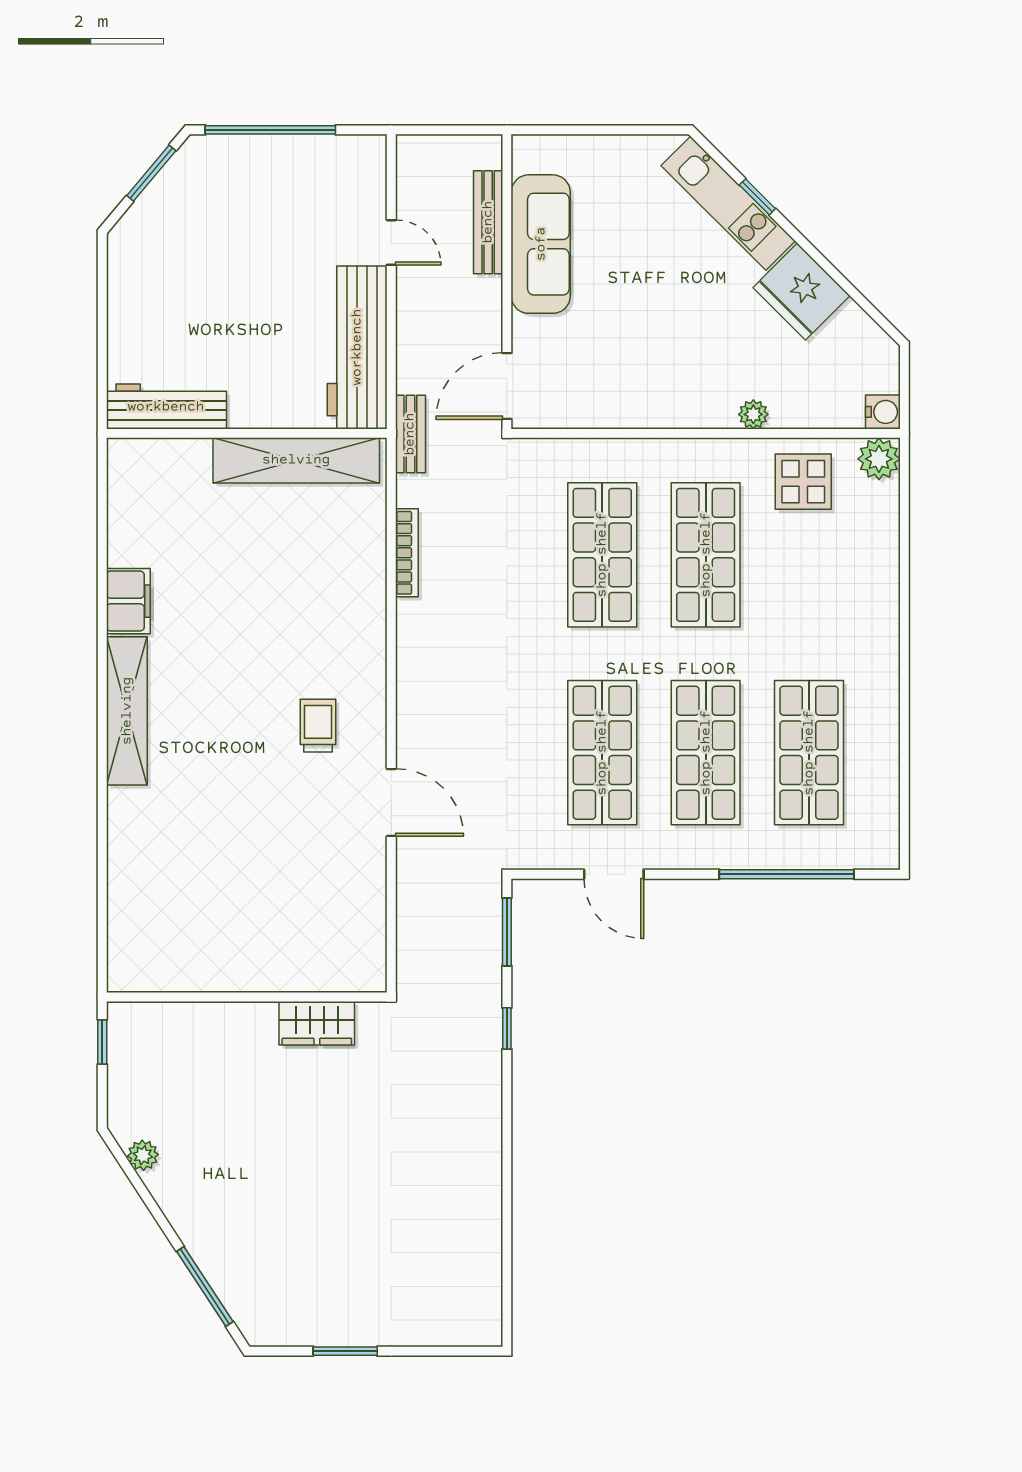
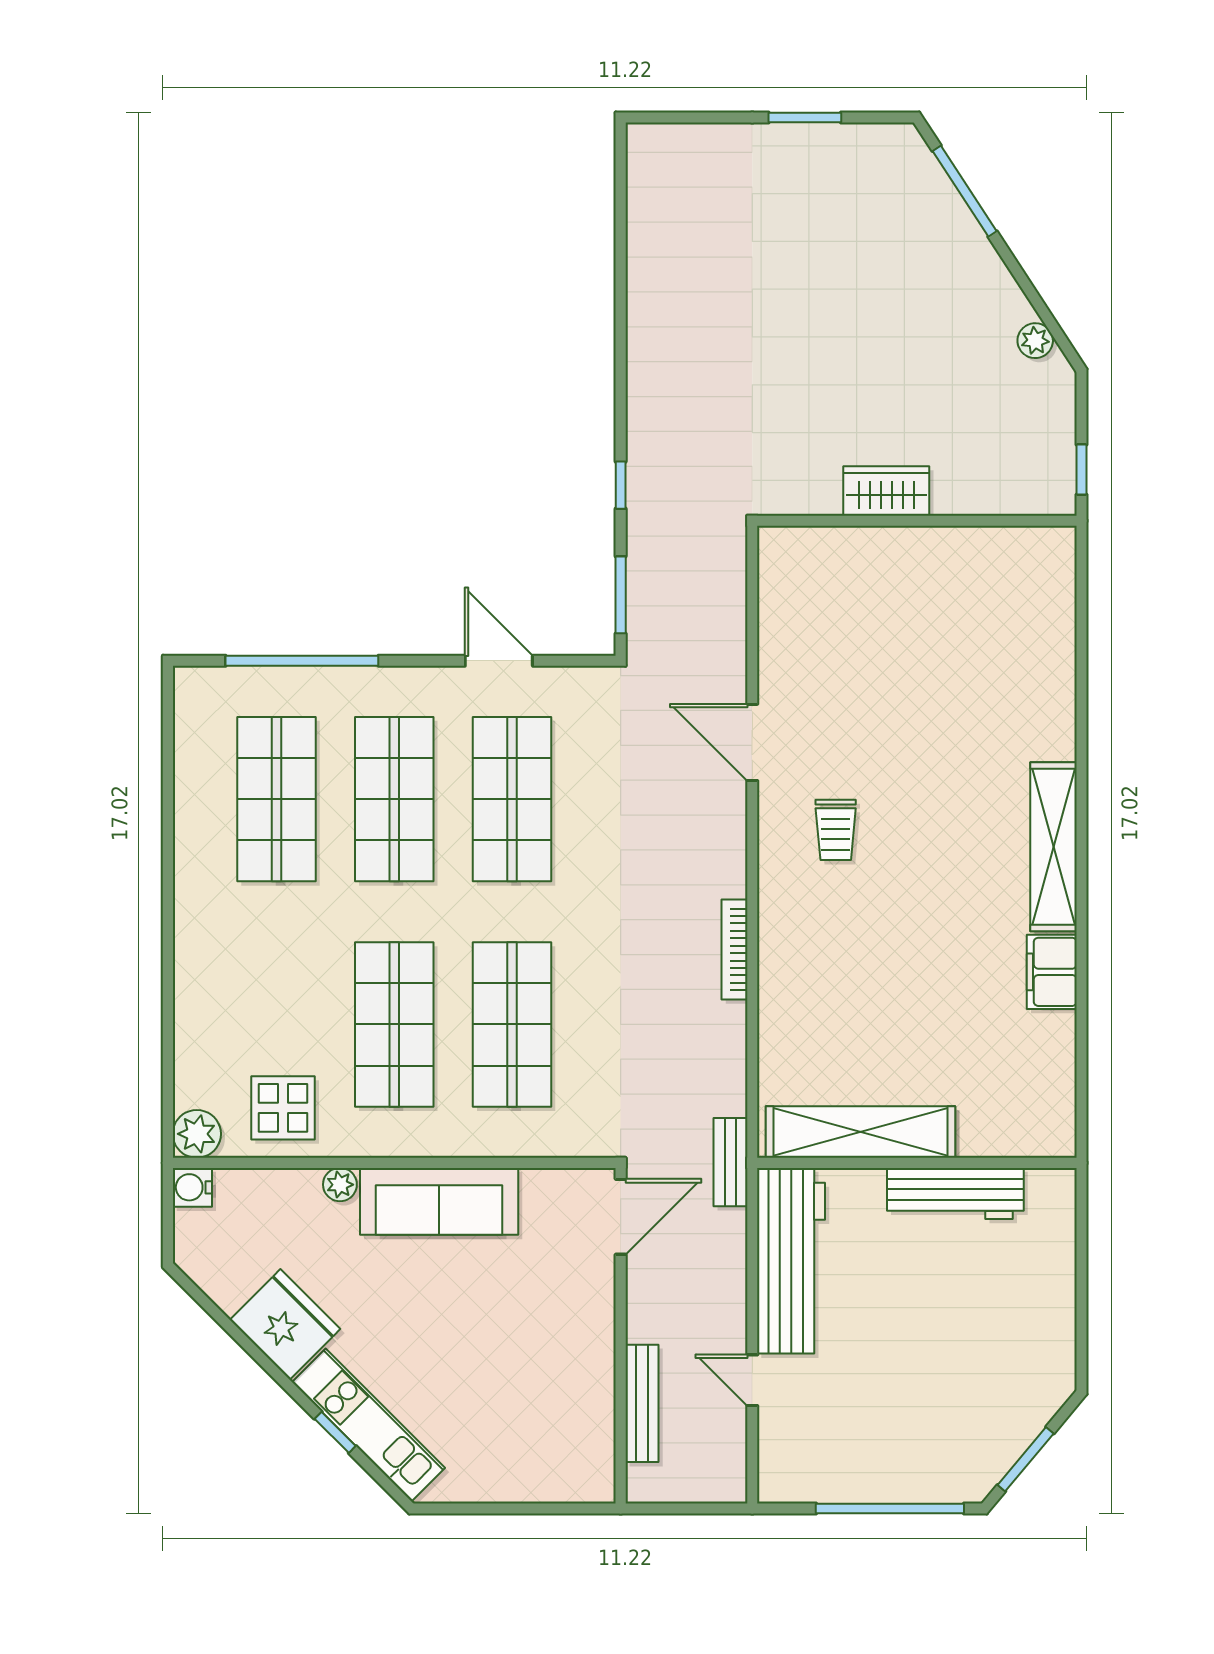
sofa: (541, 244) -> (439, 1201), moved, turned -90
workbench: (166, 407) -> (955, 1193), moved
bookcase: (407, 553) -> (735, 949), moved
wardrobe: (317, 1023) -> (886, 491), moved

